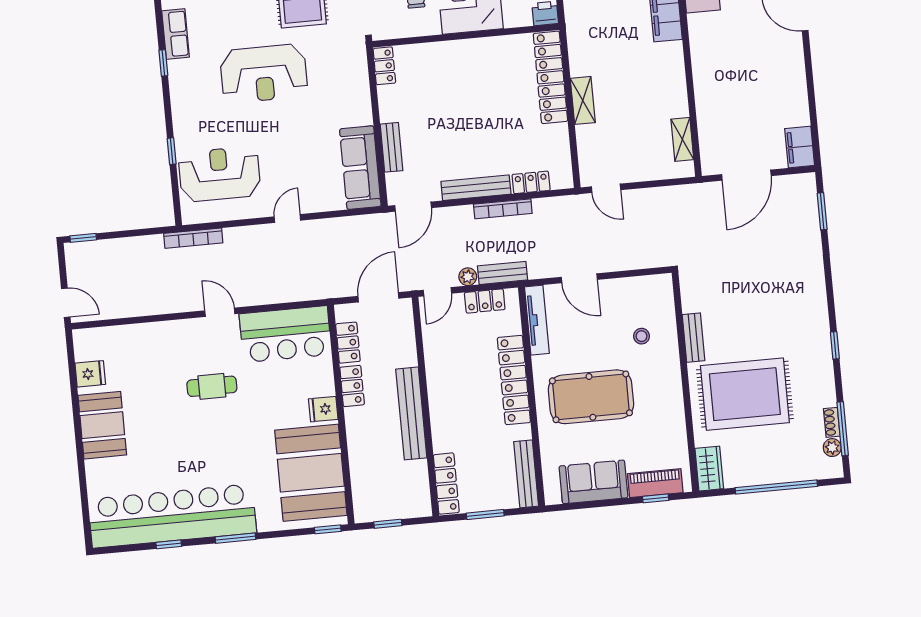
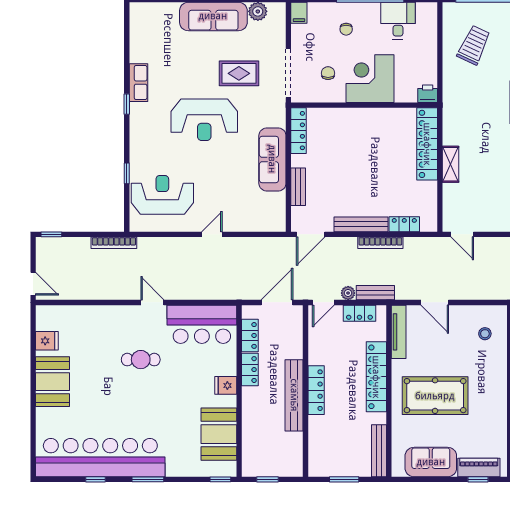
locker: (384, 66) -> (299, 131), width x1.53
sofa: (360, 168) -> (272, 159), moved
bookcase: (193, 238) -> (114, 243), moved
stool: (642, 336) -> (485, 334), moved
booth: (311, 473) -> (219, 434), width x0.73, depth x0.70
locker: (446, 484) -> (316, 390), moved

